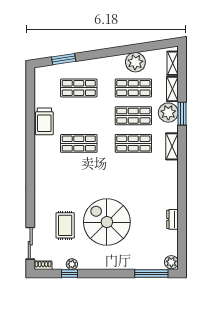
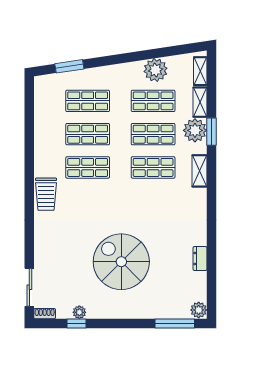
shop shelf: (79, 116) -> (88, 134), added
trolley: (44, 121) -> (46, 194), moved
rug: (65, 225) -> (71, 266), removed

